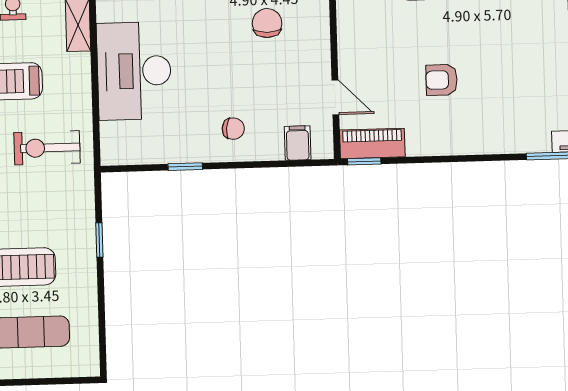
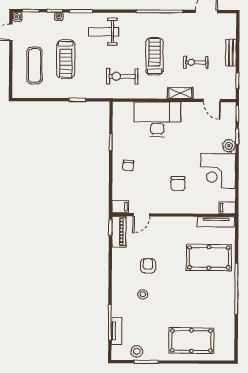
chair: (267, 23) -> (178, 183), turned 90
stool: (502, 89) -> (143, 294), added
filing cabinet: (298, 143) -> (120, 207), moved
exercise bike: (47, 148) -> (122, 76), turned -90

